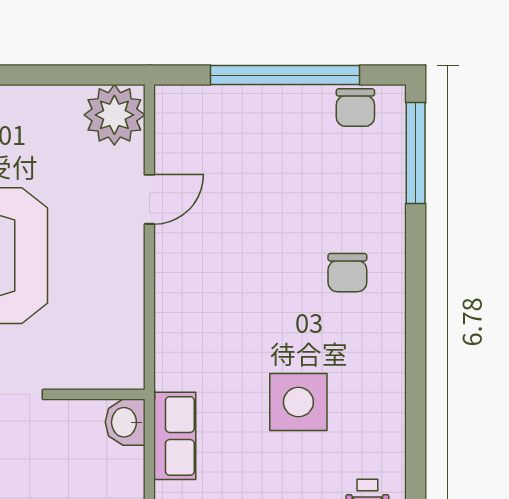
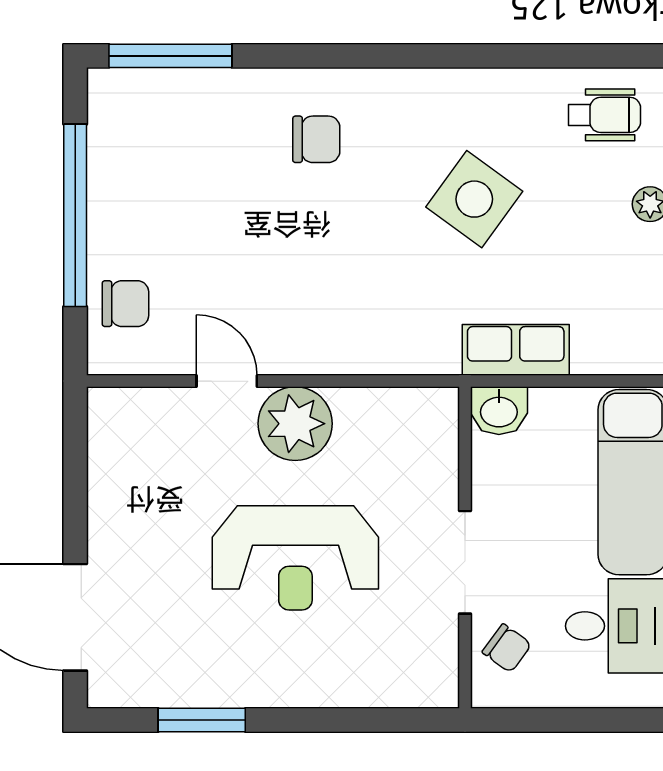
chair: (355, 108) -> (125, 304), moved
plant: (114, 115) -> (295, 424), moved
side table: (298, 402) -> (474, 199), turned 36

